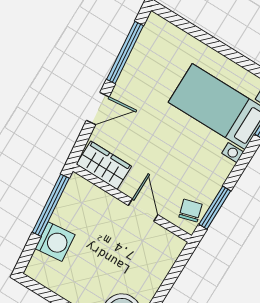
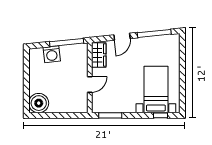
door: (98, 109) -> (122, 37), hinge flipped
chair: (190, 211) -> (102, 105), removed

